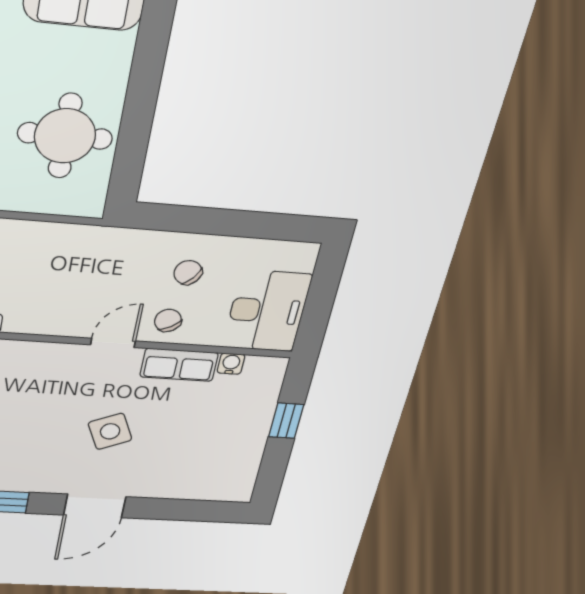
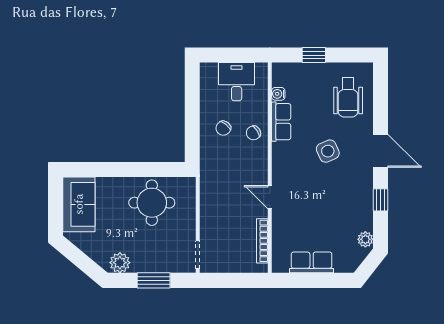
desk: (267, 311) -> (237, 82), width x0.73
door: (113, 343) -> (270, 197), moved
wheelchair: (199, 465) -> (348, 97), added

